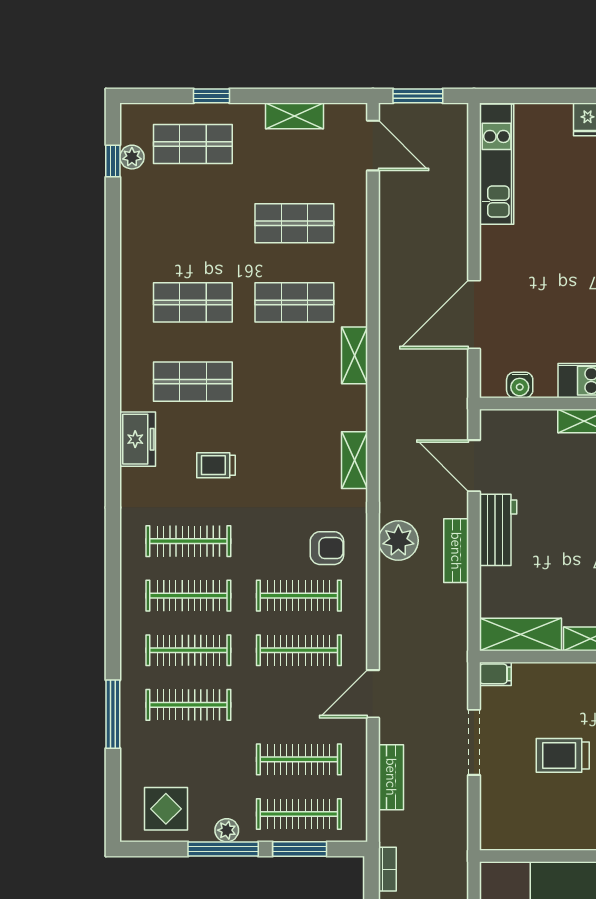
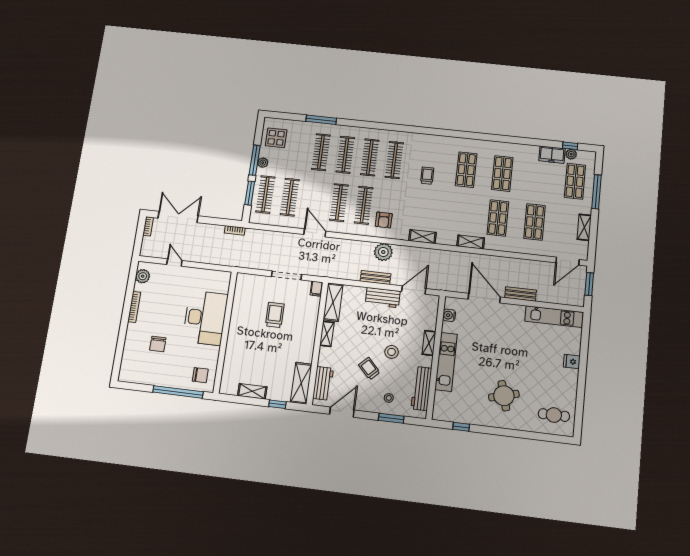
window: (211, 96) -> (596, 192), width x2.17
freezer: (138, 439) -> (552, 155), moved
bench: (391, 777) -> (520, 294), moved

